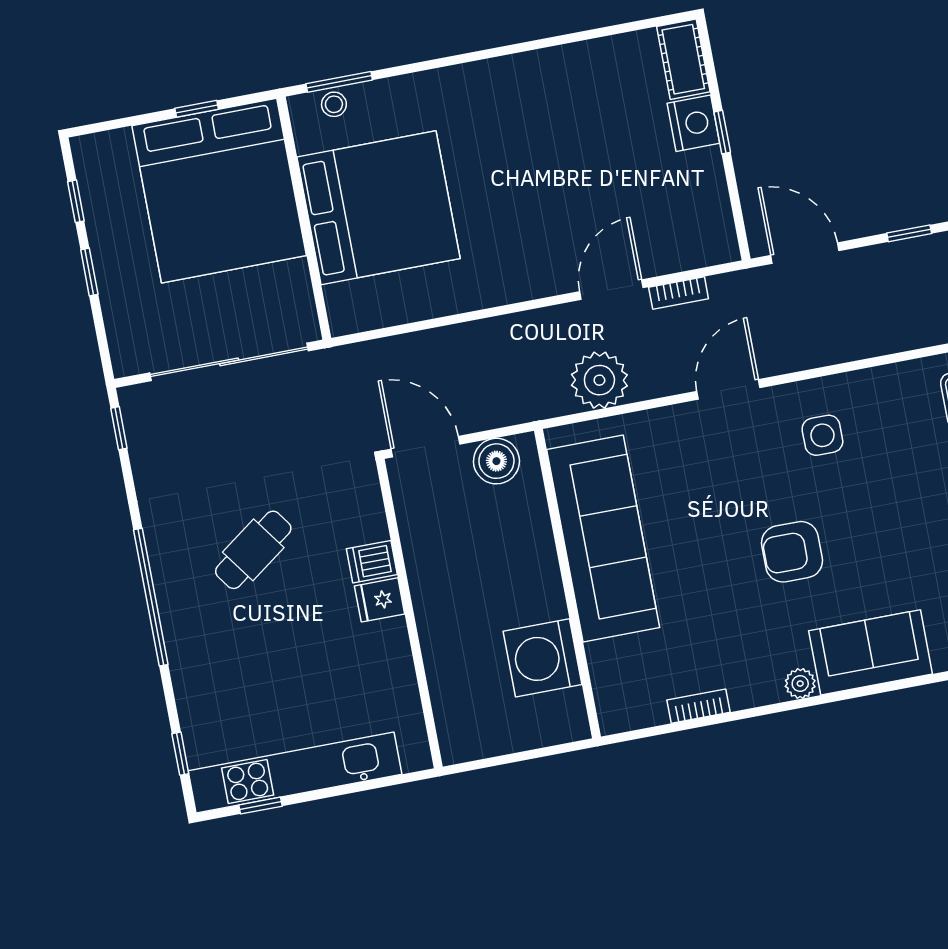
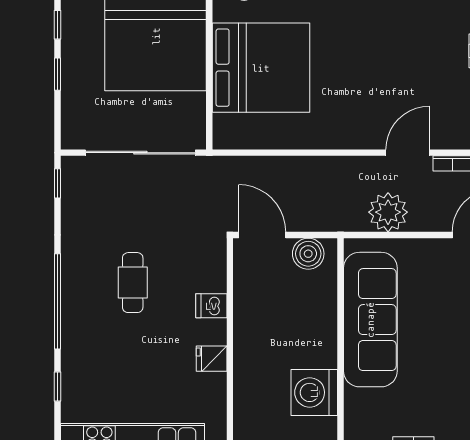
cafe table: (253, 550) -> (133, 283), turned -54
fridge: (380, 600) -> (212, 359), moved
window: (180, 754) -> (57, 386), moved

